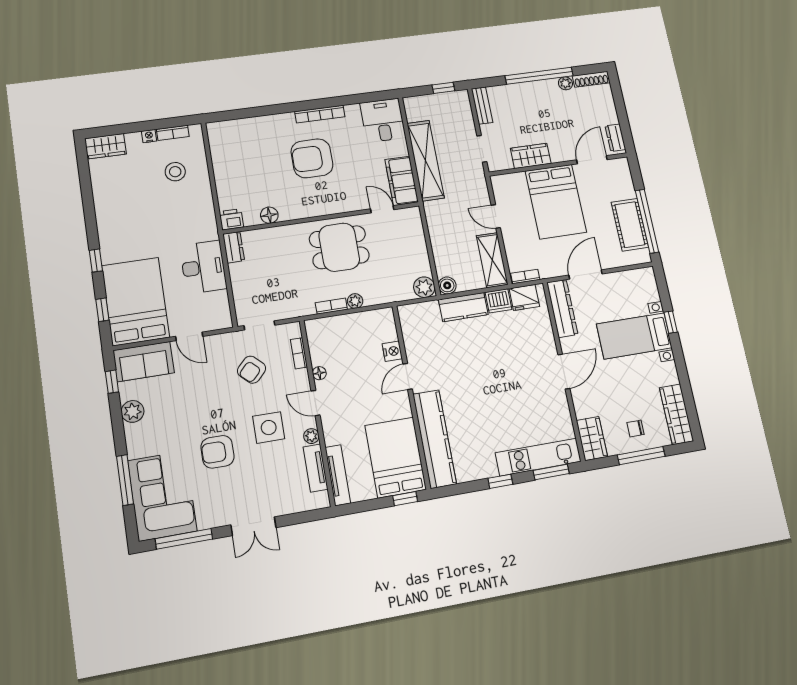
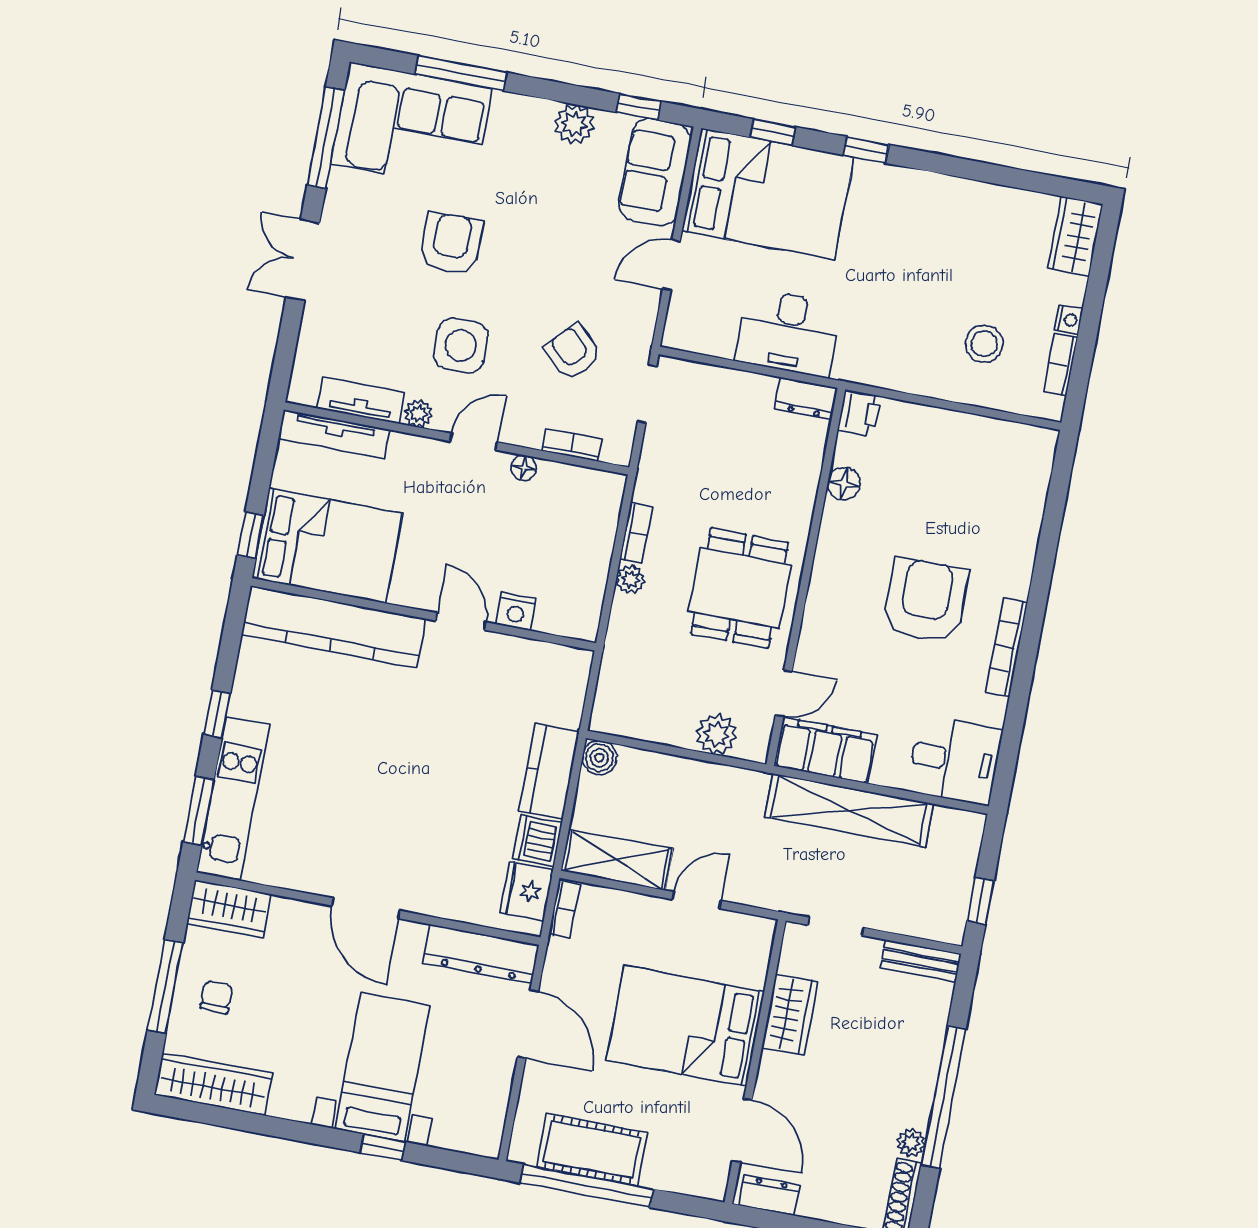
plant: (424, 287) -> (716, 734), moved

